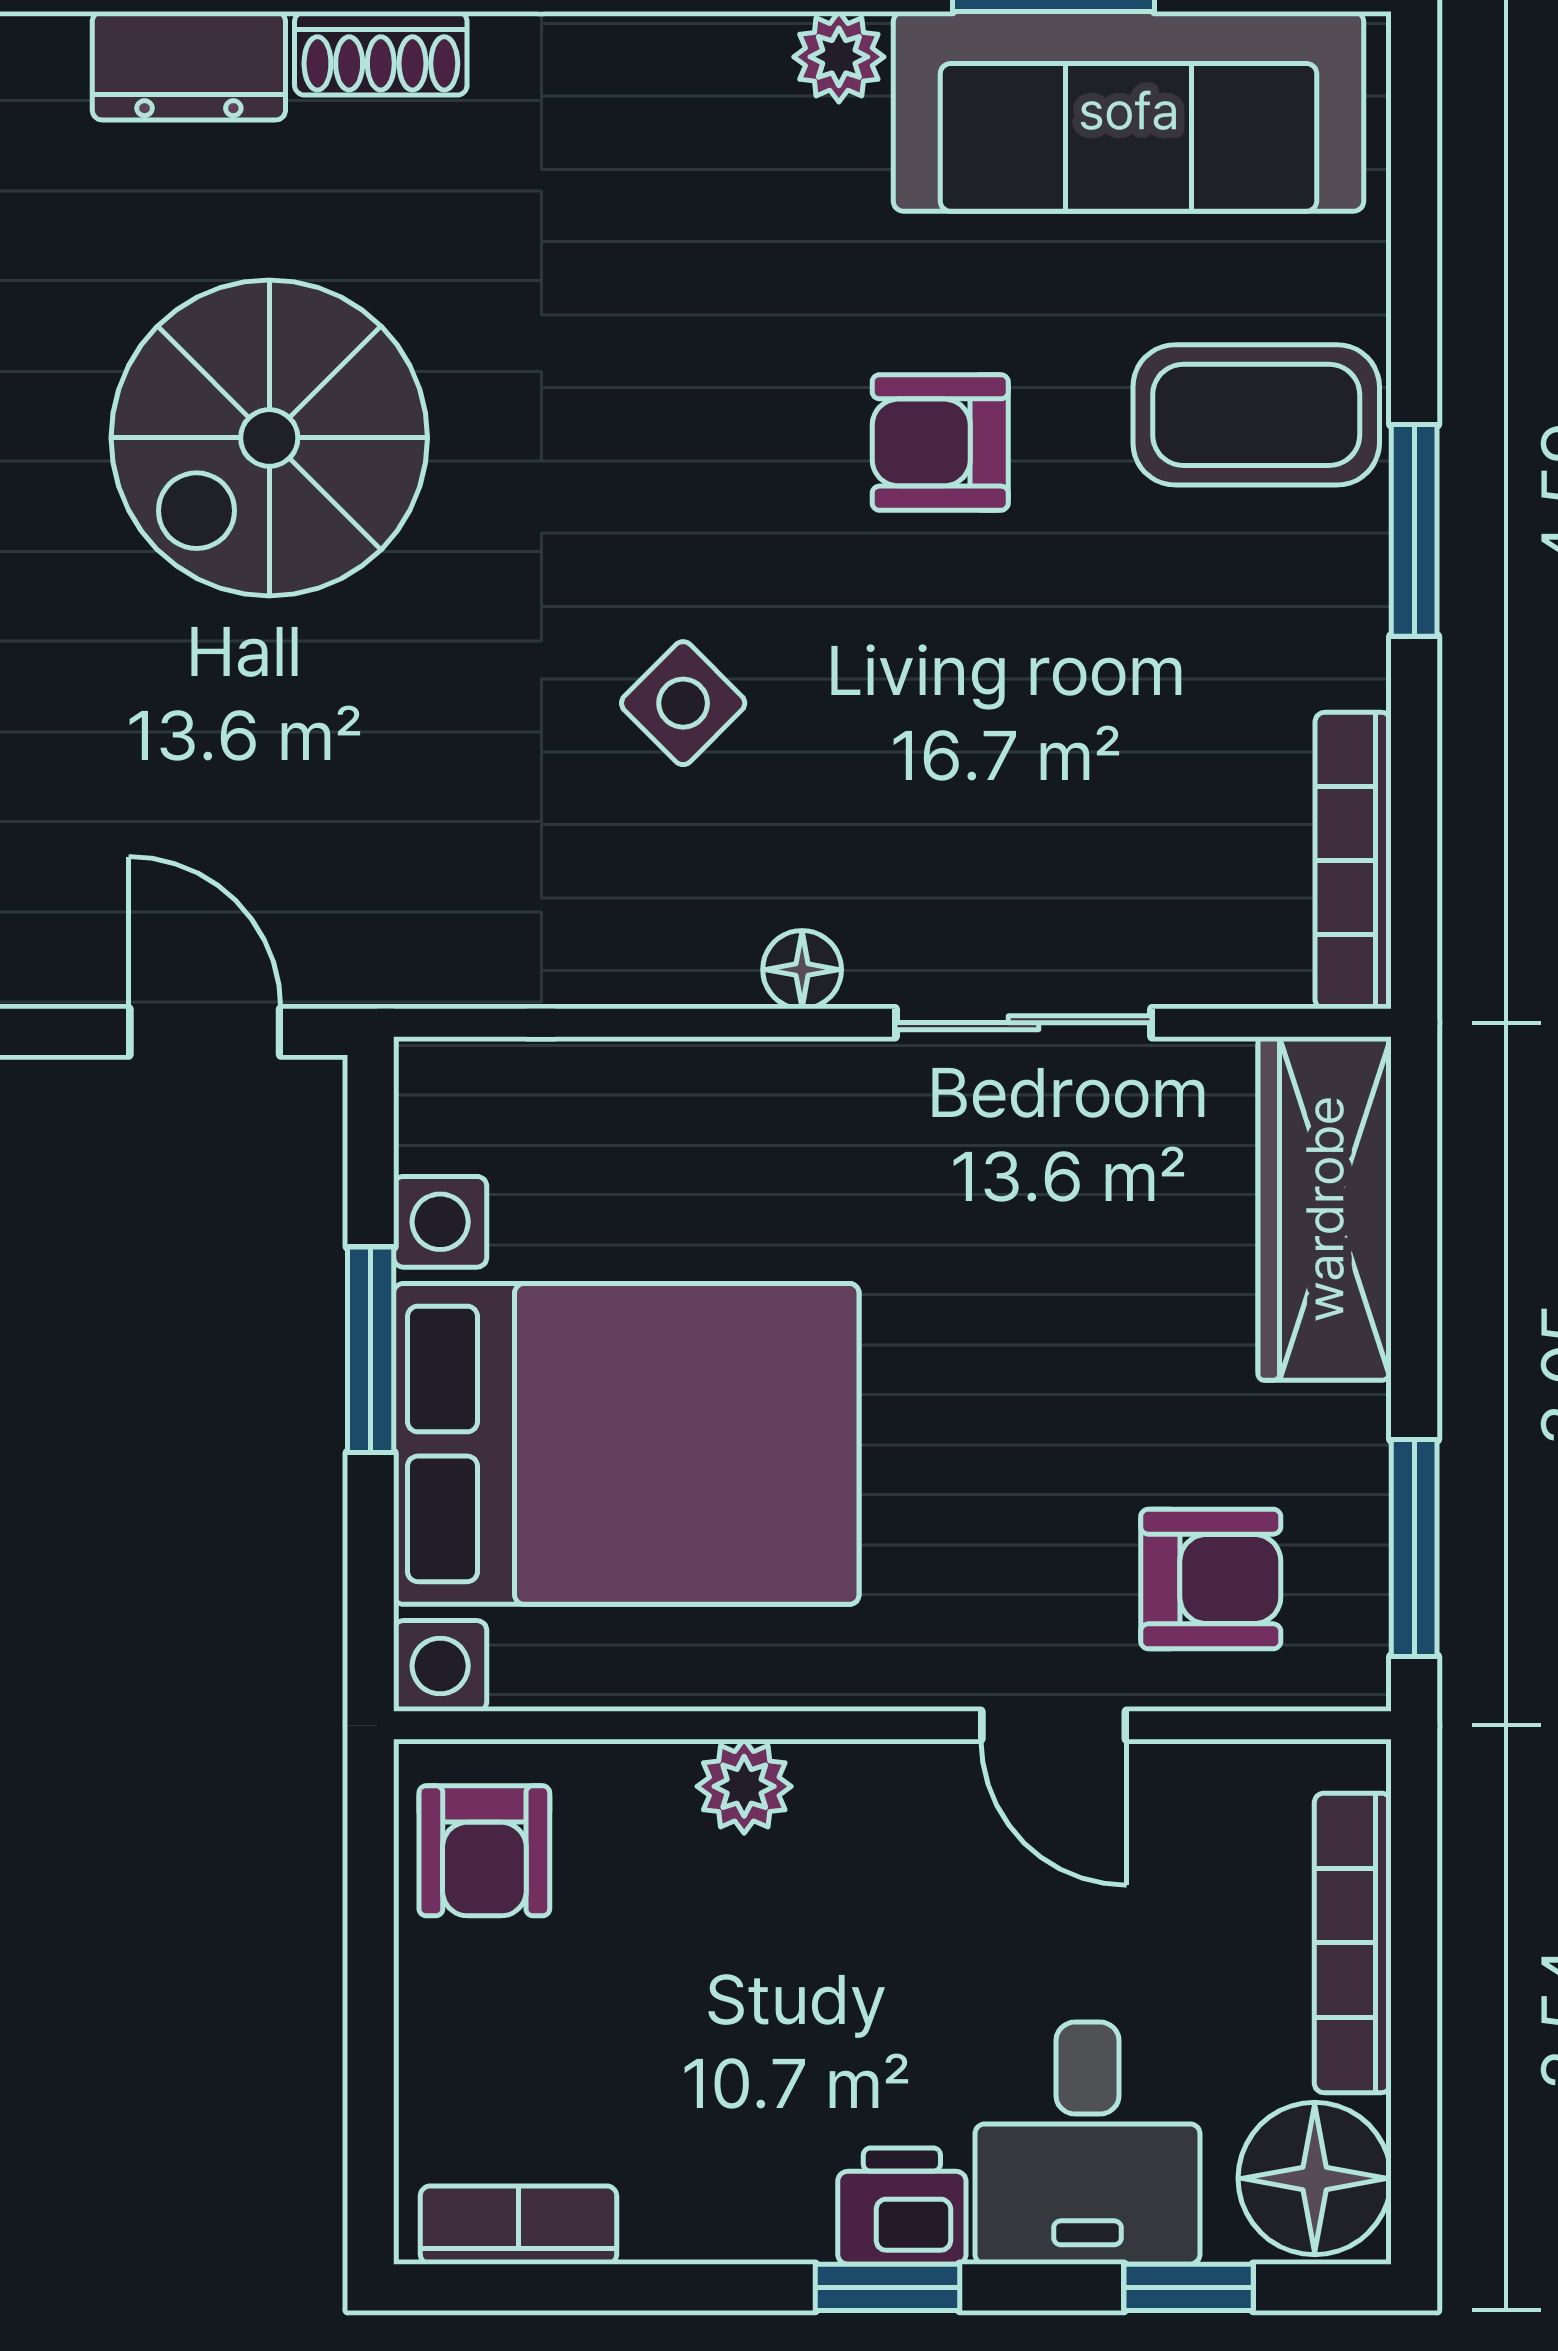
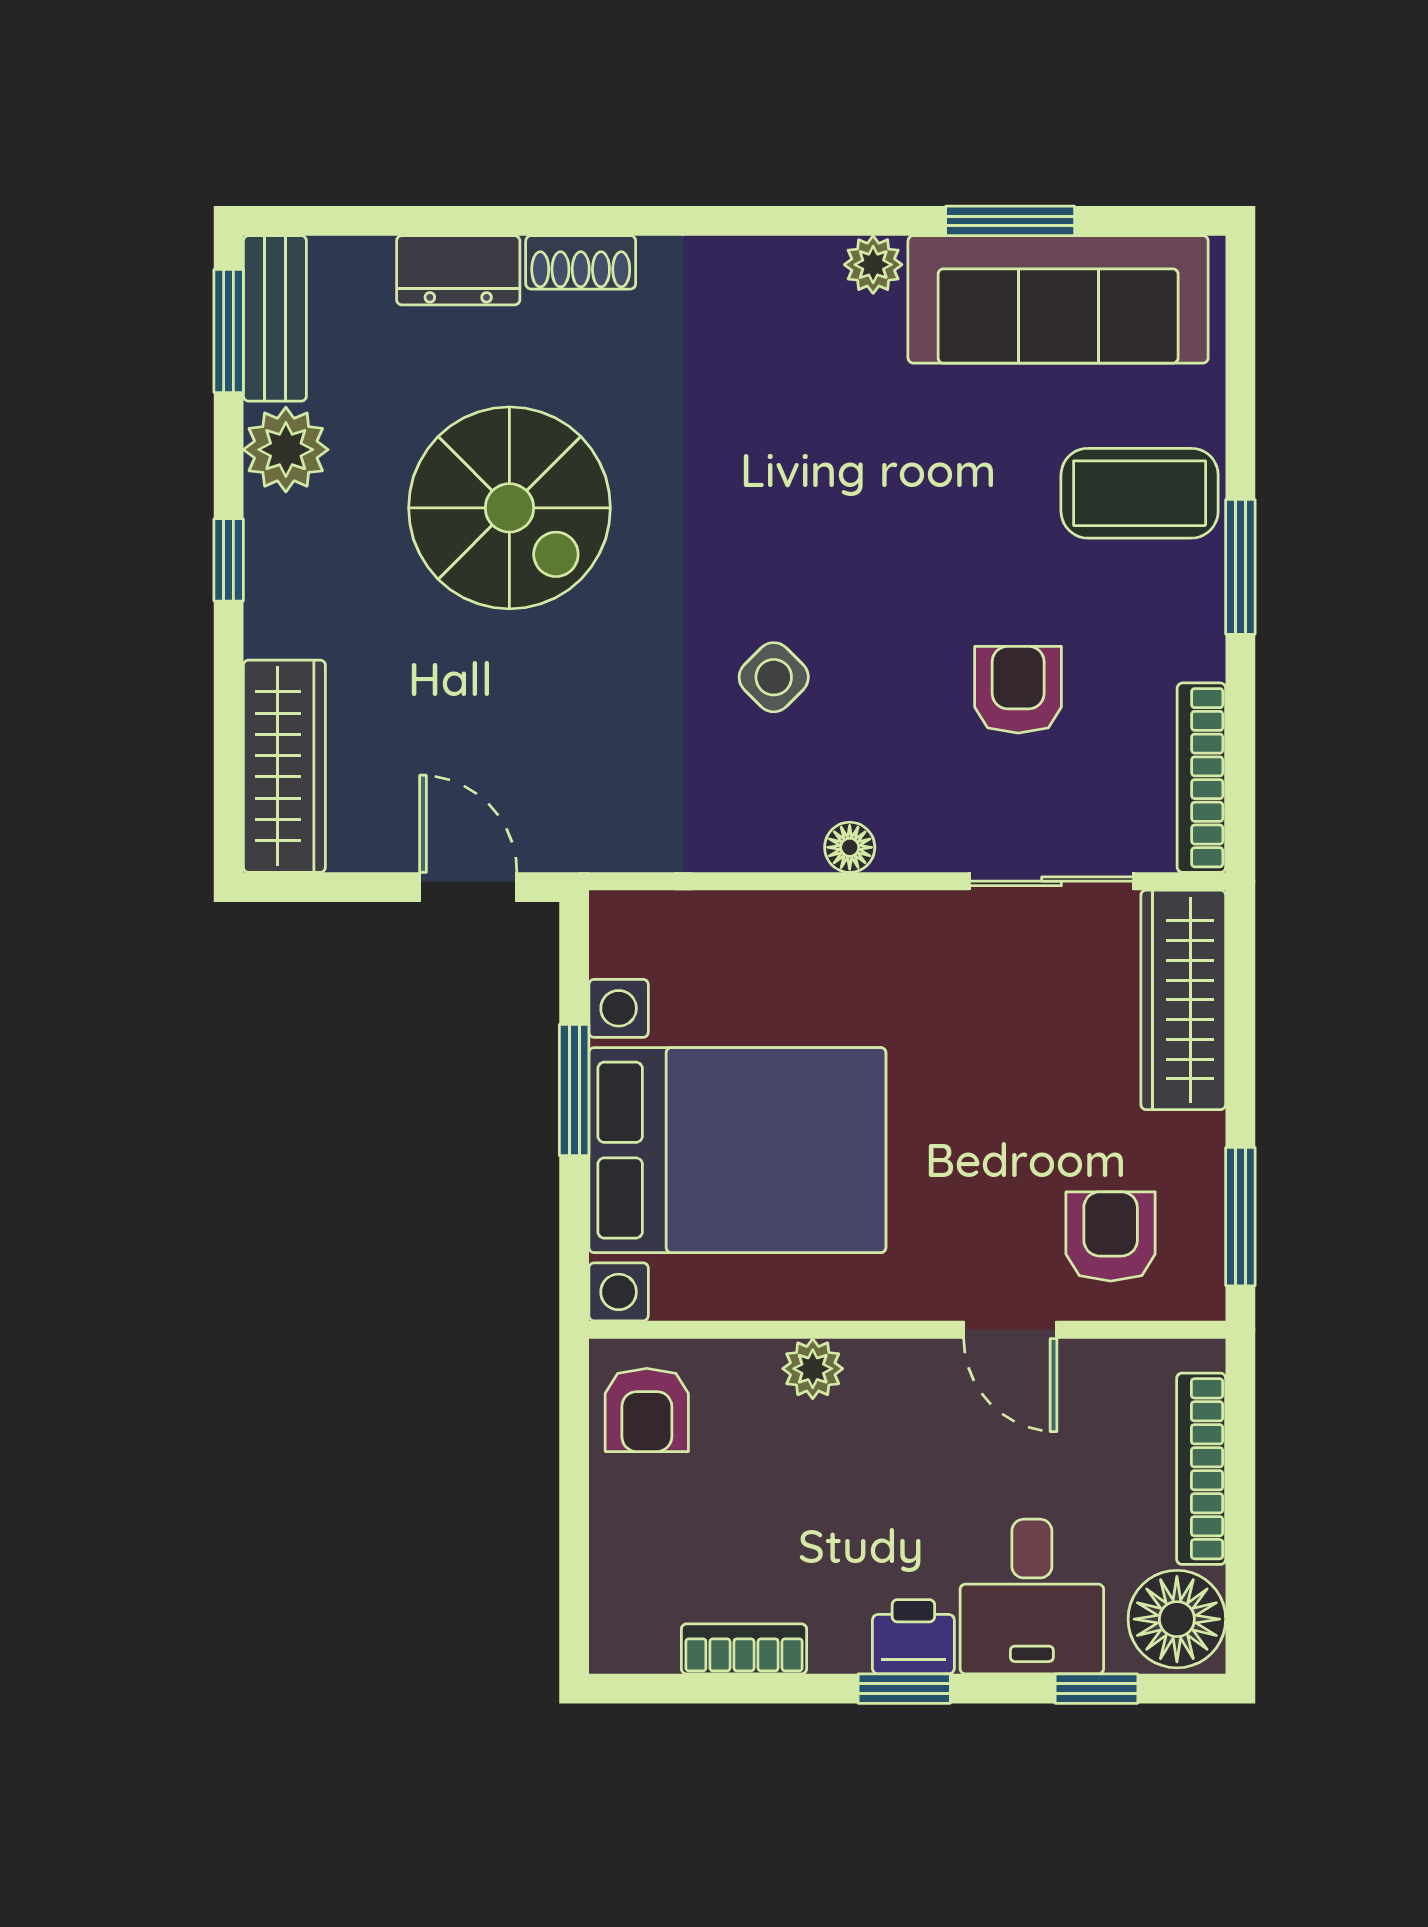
spiral stairs: (269, 438) -> (509, 508), turned -90
armchair: (940, 442) -> (1018, 690), moved, turned 90
sliding door: (1024, 1023) -> (1052, 881), moved
armchair: (1211, 1579) -> (1111, 1236), turned -90
bookcase: (518, 2225) -> (744, 1649), moved

